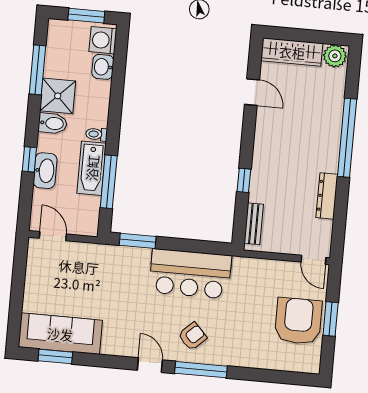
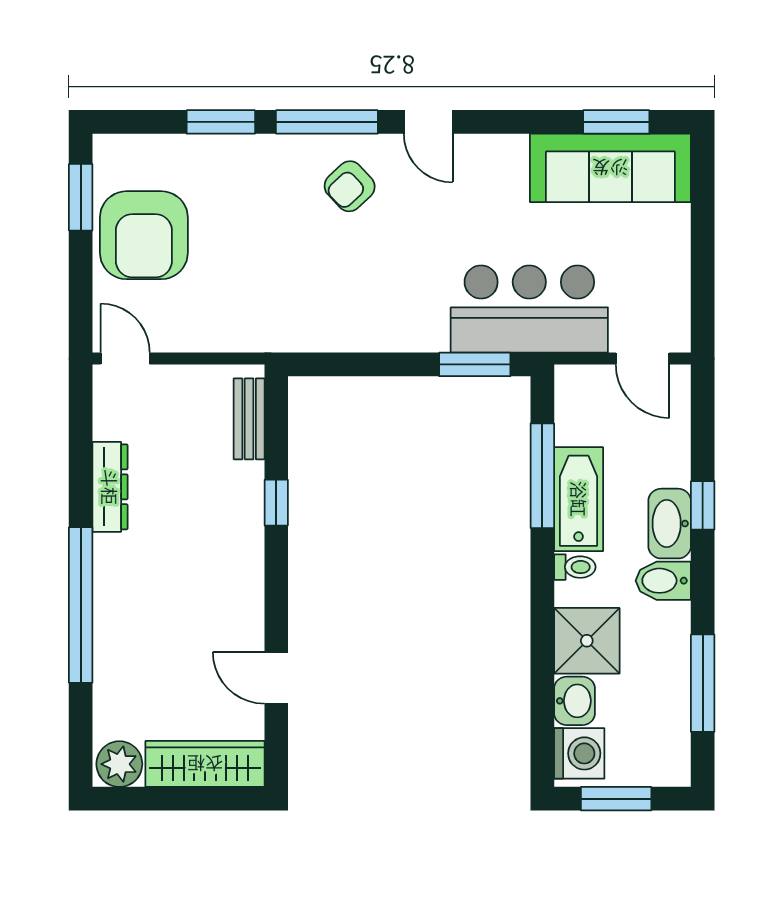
shower: (58, 96) -> (587, 641), moved
washbasin: (45, 171) -> (670, 524), moved
bar counter: (190, 274) -> (529, 309), moved
window: (331, 319) -> (81, 197), moved
window: (254, 375) -> (221, 122), added

